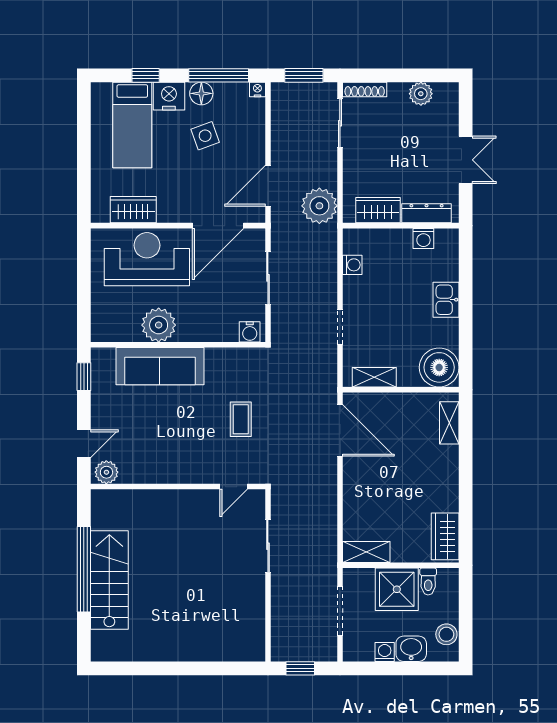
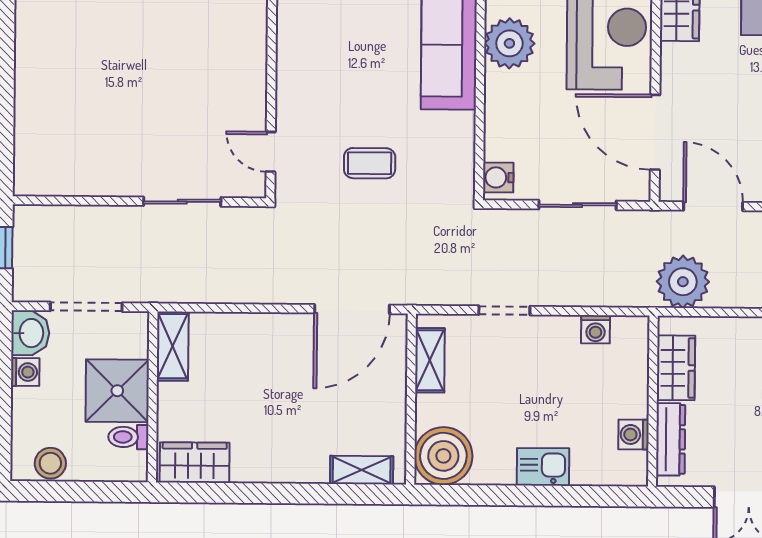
washbasin: (411, 649) -> (30, 333), moved

